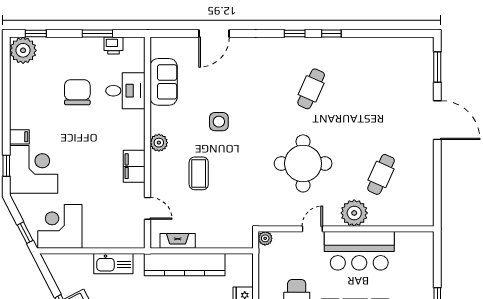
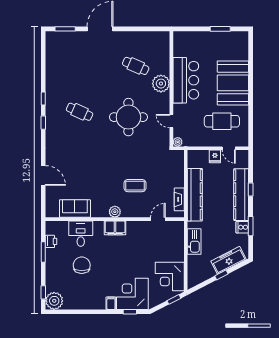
chair: (77, 92) -> (82, 265), turned 90
side table: (219, 122) -> (101, 172), removed
filing cabinet: (134, 166) -> (115, 228), moved
door: (312, 229) -> (171, 121), moved

